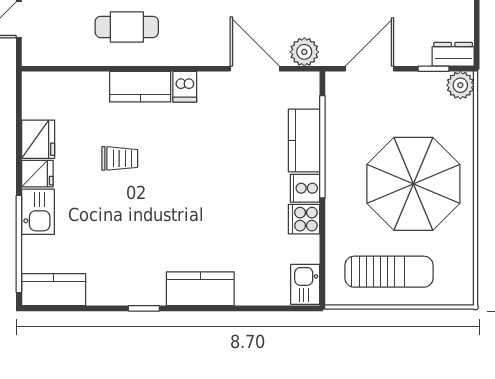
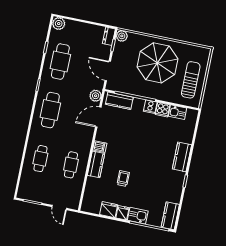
kitchen counter: (304, 141) -> (119, 101), moved
kitchen sink: (305, 284) -> (178, 112), moved

